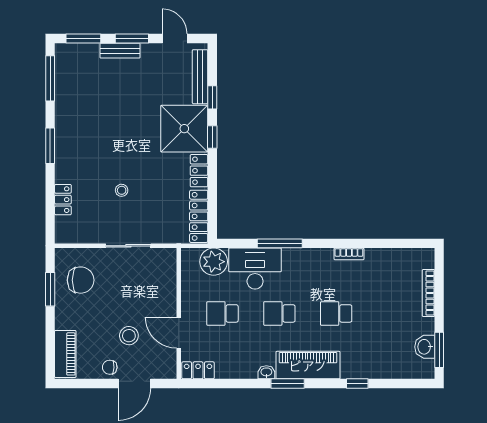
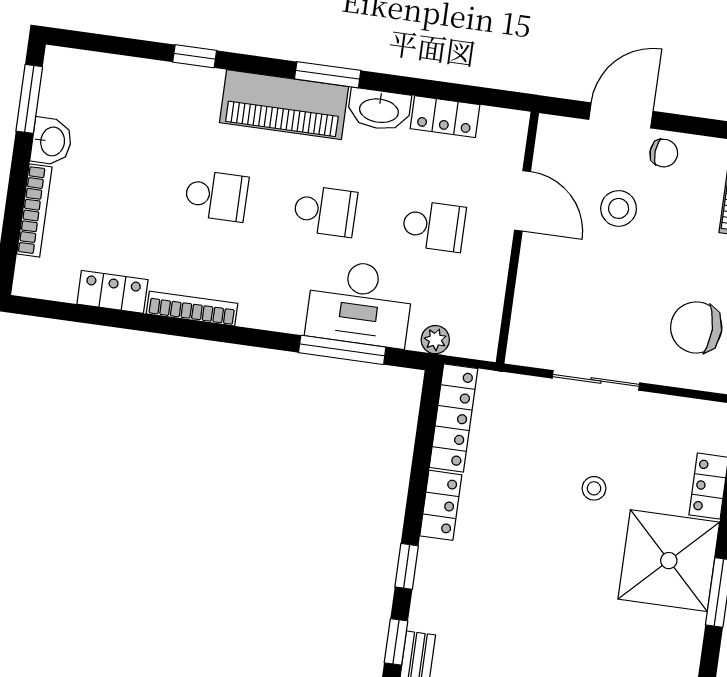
shower: (184, 129) -> (669, 561), moved
window: (280, 243) -> (342, 350), moved
bookcase: (349, 254) -> (192, 309), width x1.56
locker: (383, 257) -> (112, 292), added
plant: (214, 262) -> (435, 340), width x0.53, depth x0.53
washbasin: (425, 347) -> (51, 141), moved
locker: (198, 370) -> (445, 117), moved
washbasin: (266, 372) -> (379, 110), width x1.91, depth x1.45

